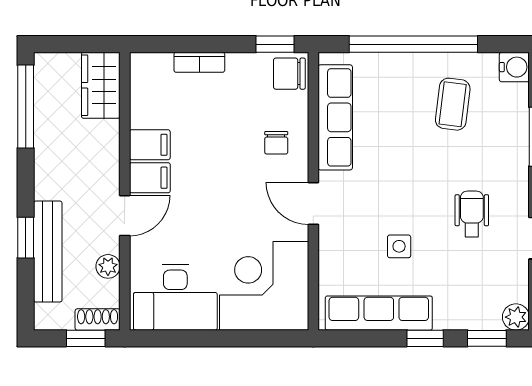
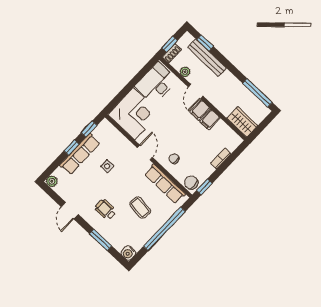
chair: (289, 74) -> (191, 183), turned -90
coffee table: (453, 104) -> (140, 208), moved
door: (313, 203) -> (145, 152), hinge flipped
wheelchair: (472, 214) -> (106, 210), moved, turned 180
window: (26, 238) -> (205, 43), moved
row of seats: (379, 313) -> (80, 154), moved
window: (487, 338) -> (89, 129), moved

